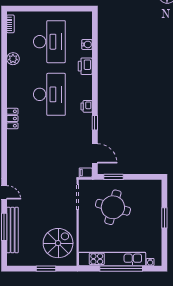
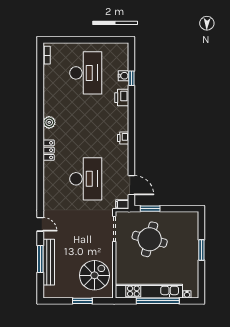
plant: (13, 59) -> (49, 122), moved
desk: (49, 94) -> (86, 179), moved
window: (95, 123) -> (131, 78), moved

